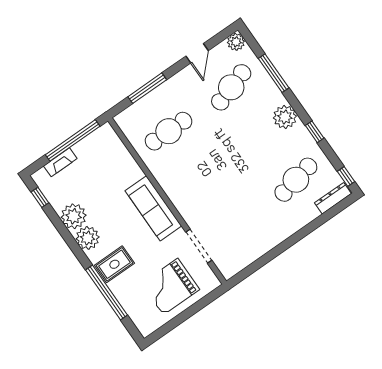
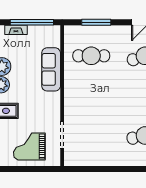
sofa: (153, 208) -> (51, 69), moved

